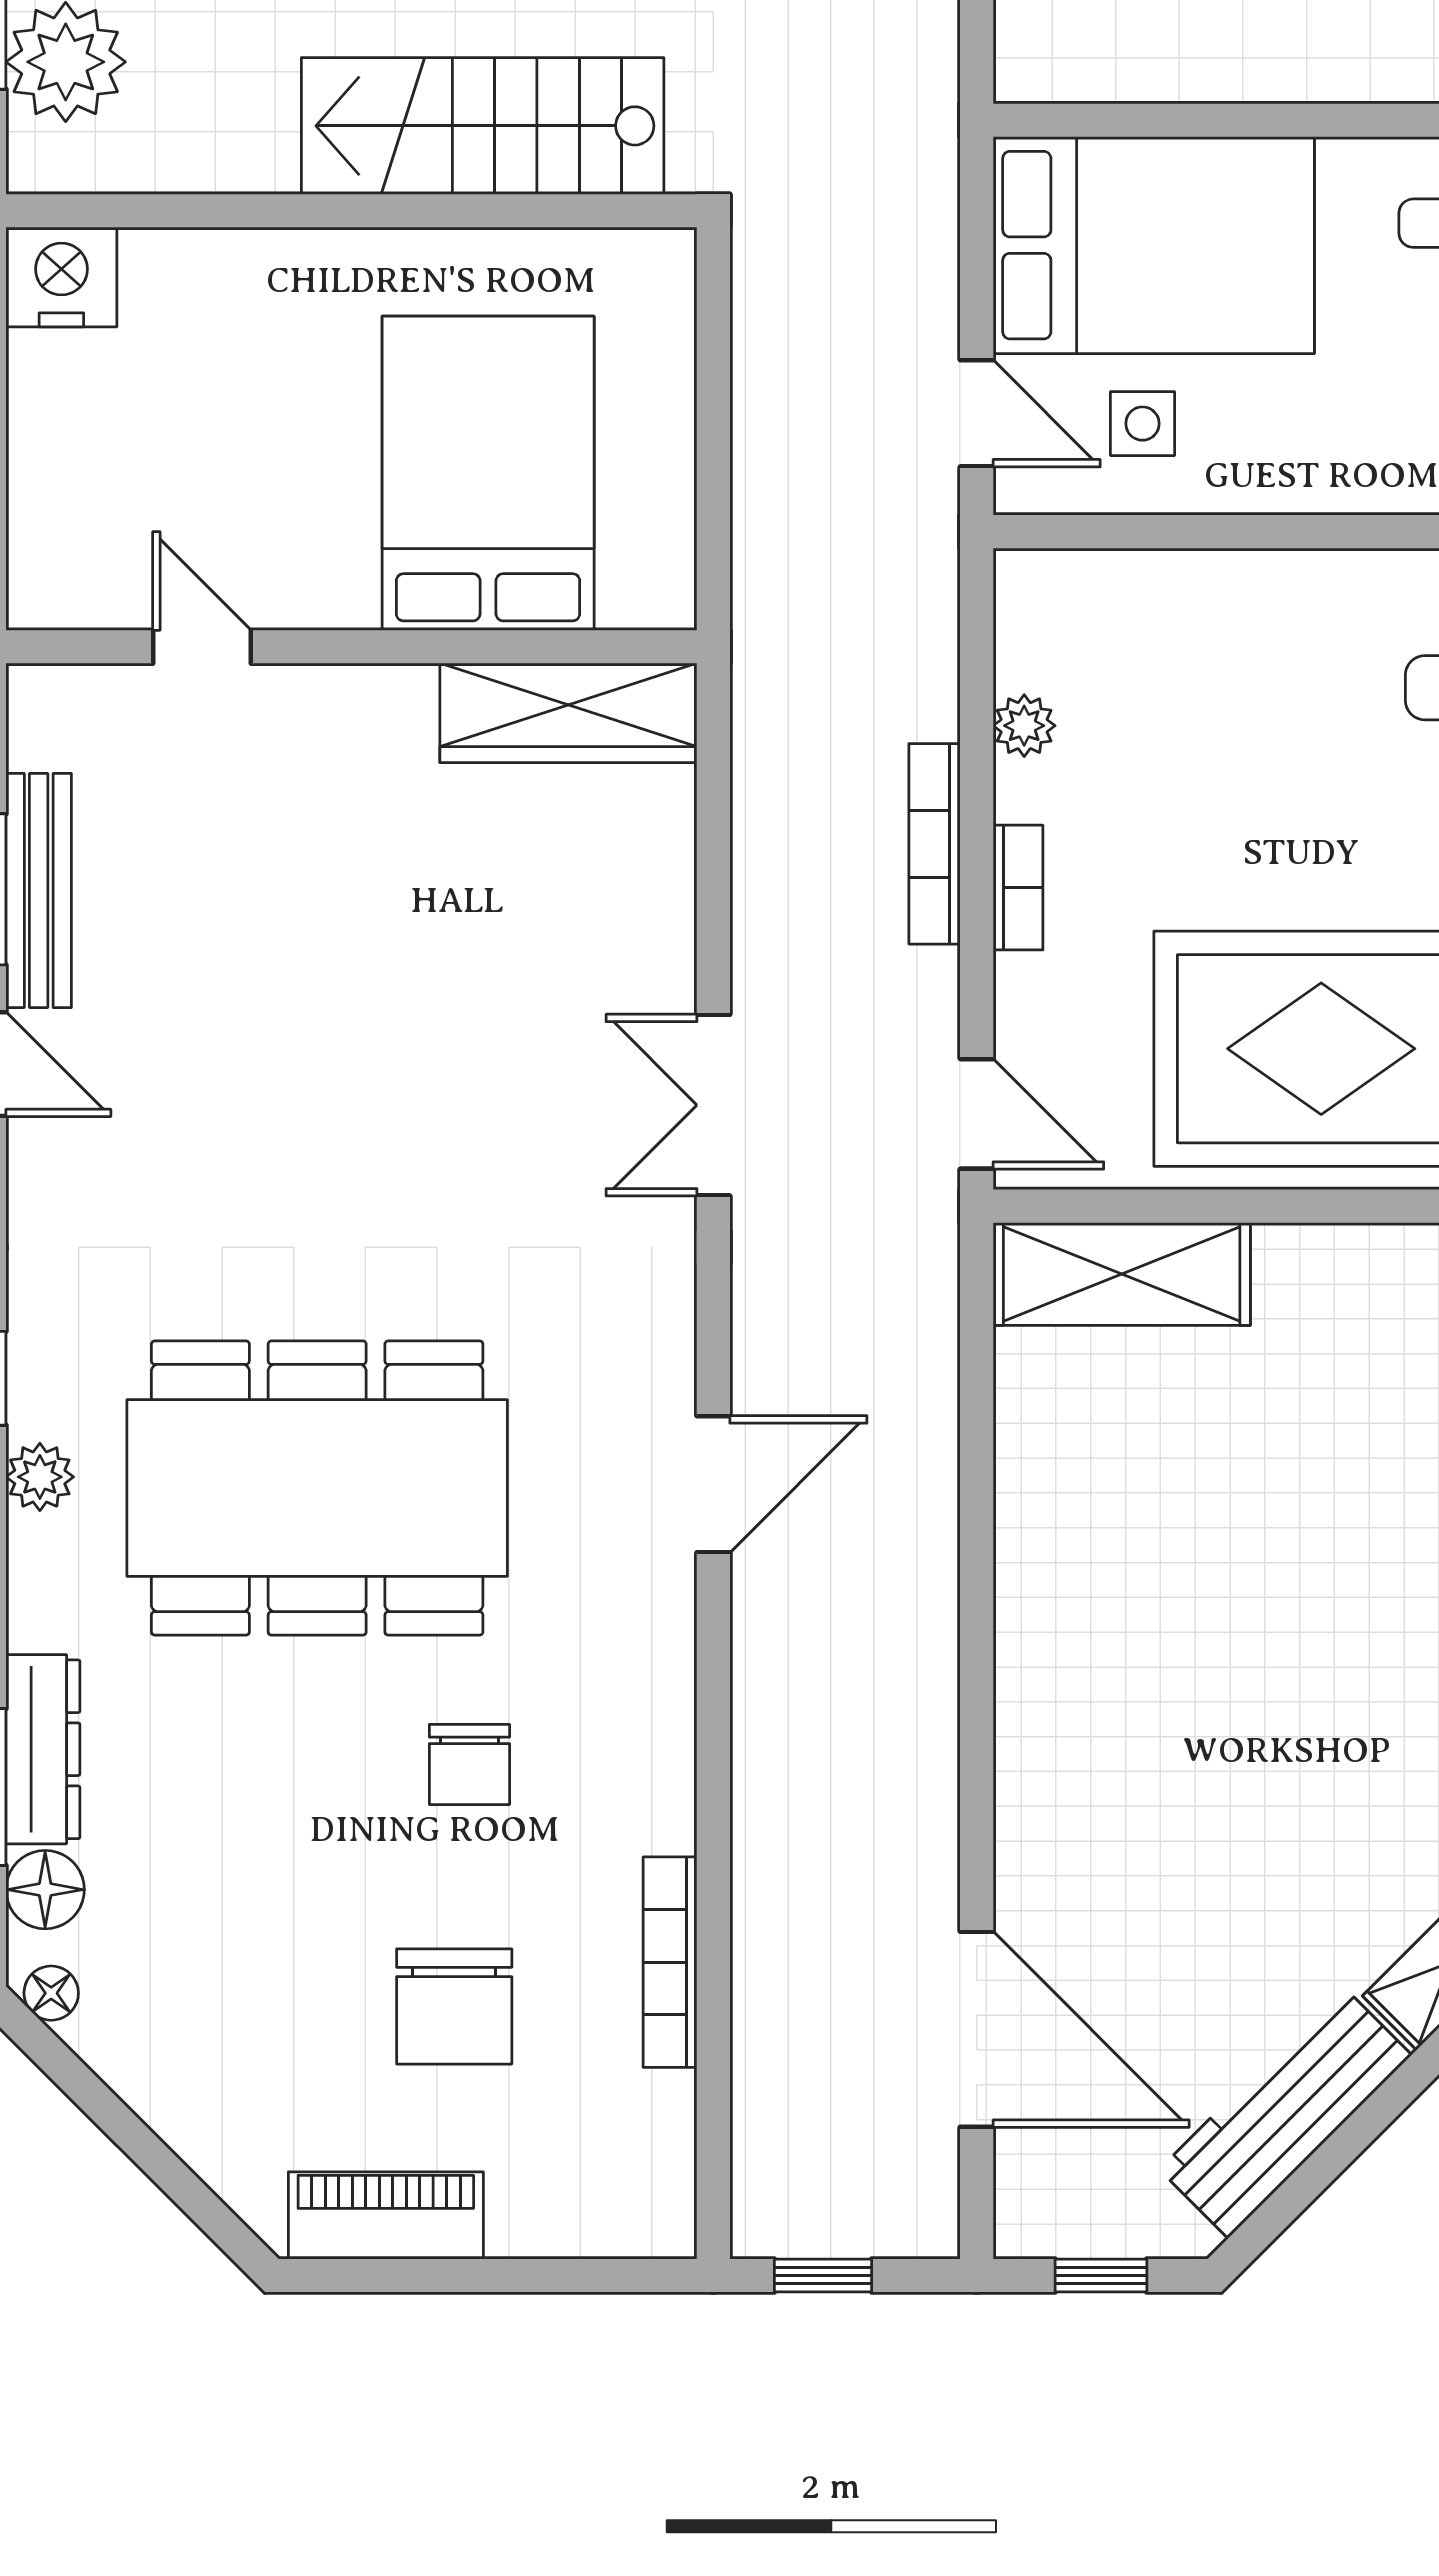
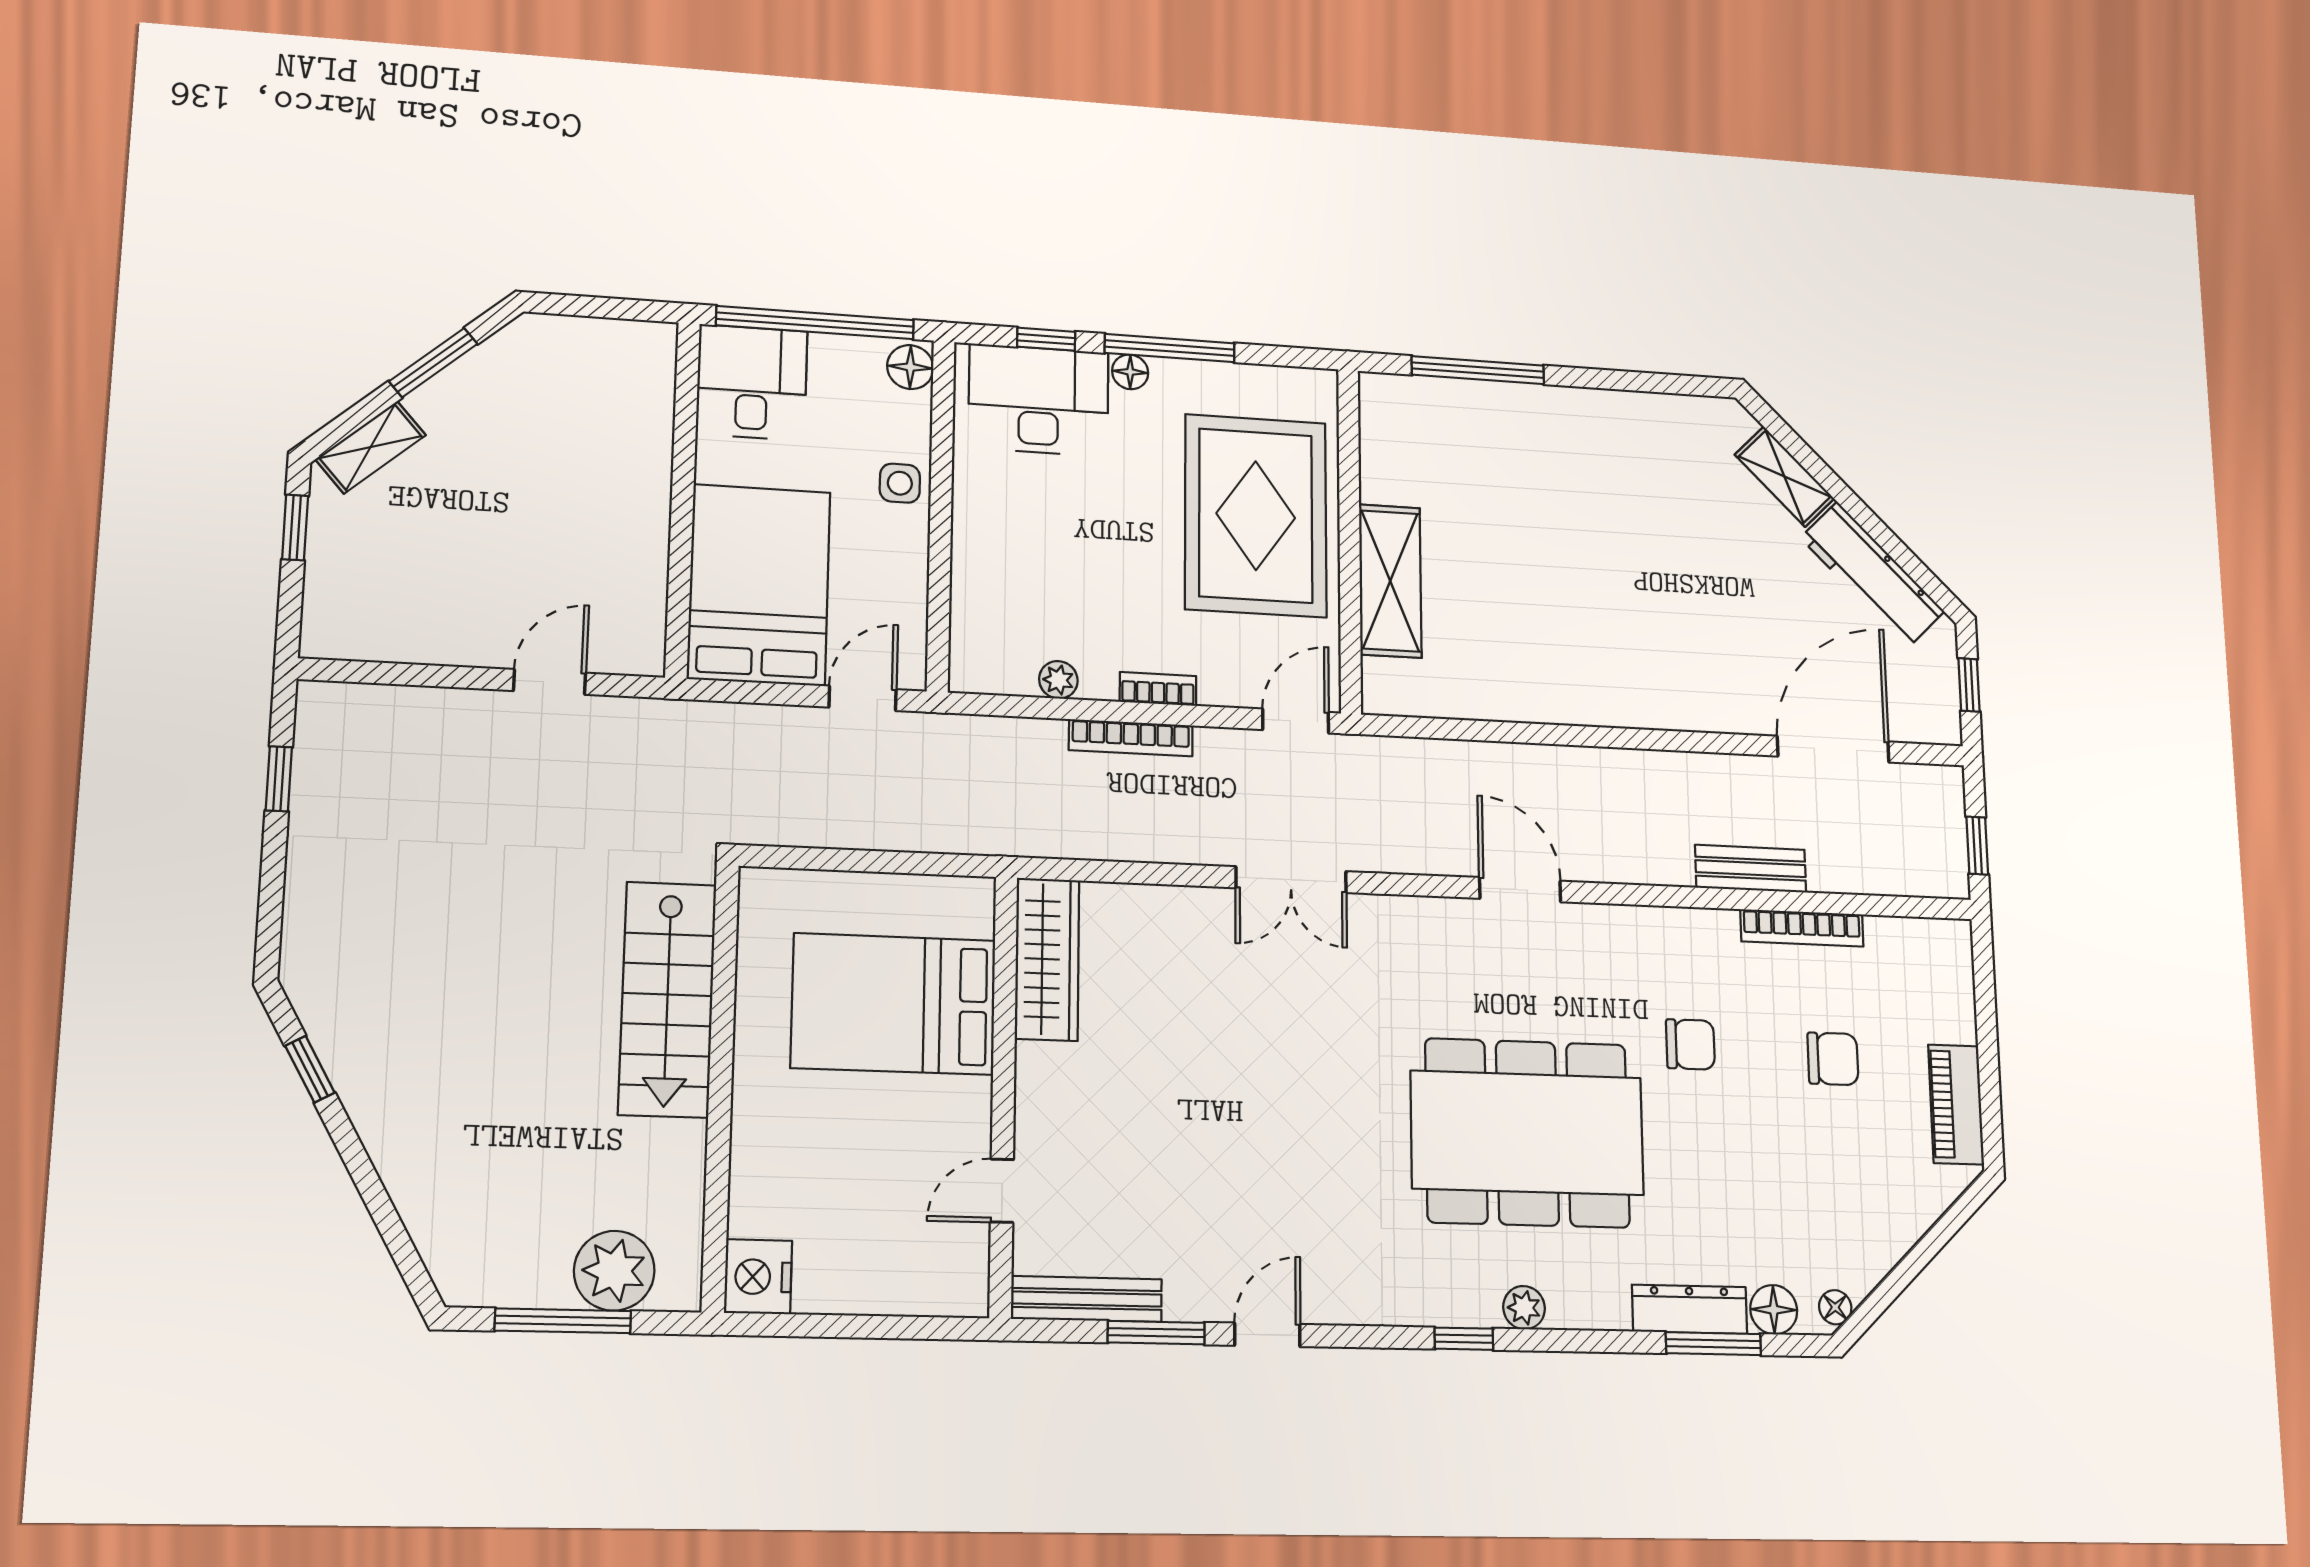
side table: (1142, 424) -> (900, 483), moved
bench: (39, 891) -> (1087, 1299), moved
shelving: (1122, 1274) -> (1390, 581), moved
dining table: (317, 1488) -> (1527, 1133), turned 90
bench: (766, 1878) -> (1751, 869), added
chair: (454, 2006) -> (1833, 1059), width x0.73, depth x0.73

